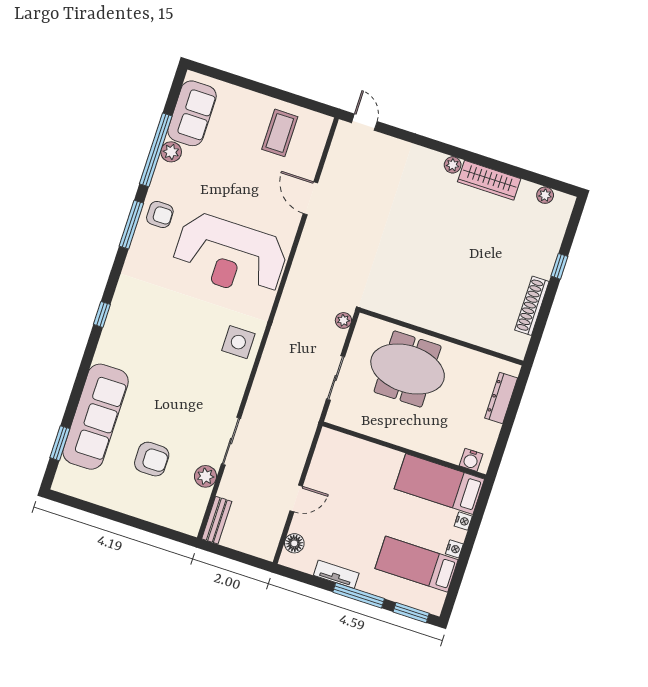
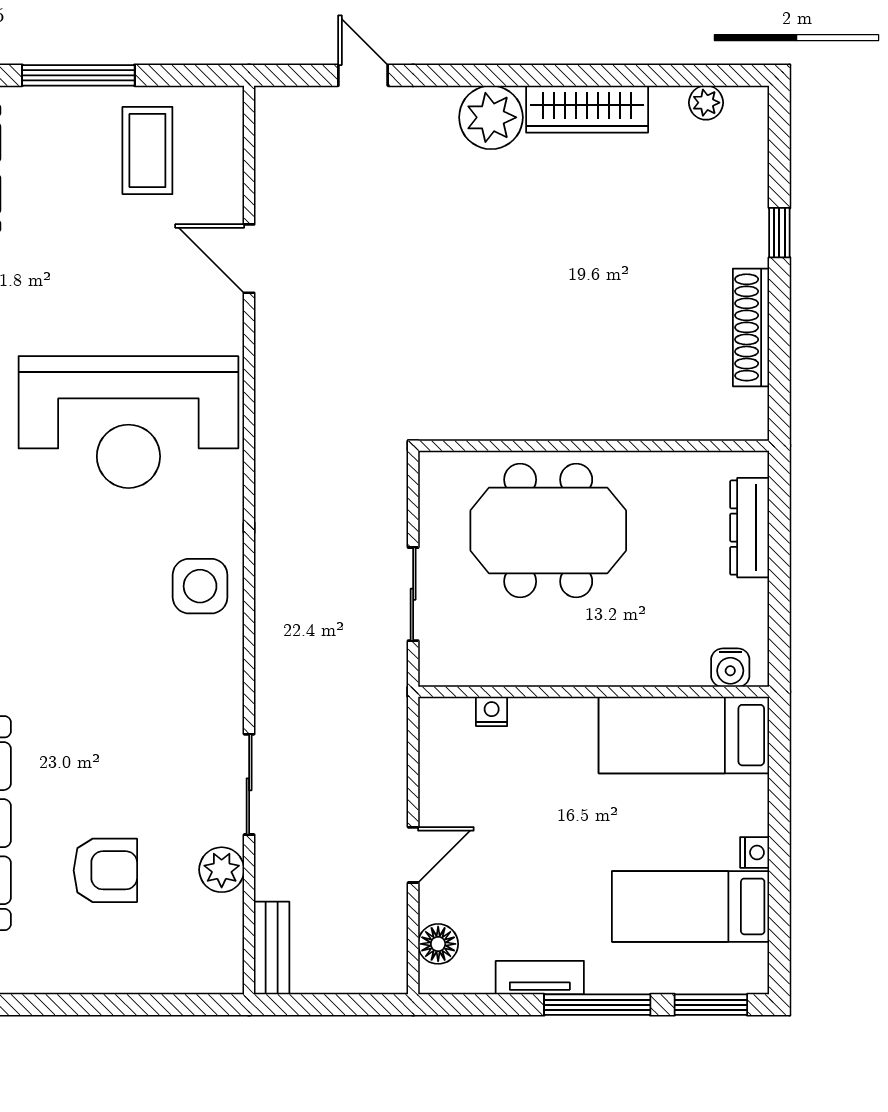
window: (259, 88) -> (78, 75), added
door: (364, 122) -> (363, 75), moved
plant: (453, 165) -> (491, 117), width x1.88, depth x1.88
plant: (343, 320) -> (392, 476), removed
nightstand: (463, 521) -> (492, 711), moved, turned -90

